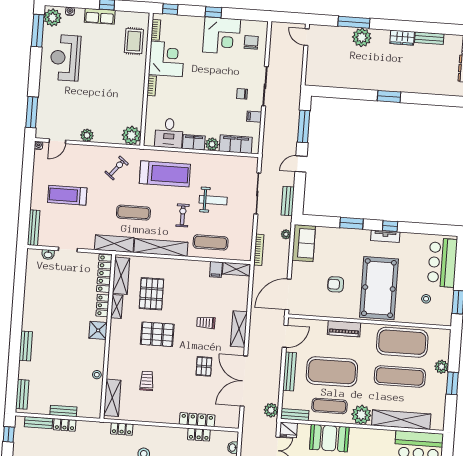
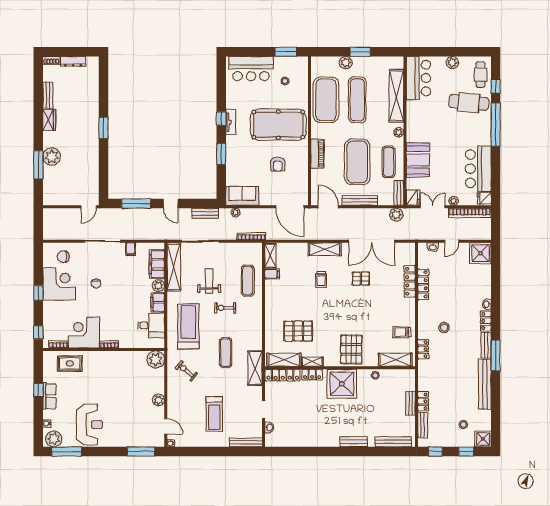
door: (306, 37) -> (89, 207), moved
reception desk: (65, 58) -> (89, 425), turned -90
chair: (242, 94) -> (96, 284), moved
shelving: (161, 247) -> (174, 267), moved
shower: (98, 330) -> (342, 384), width x1.86, depth x1.86
pallet: (157, 334) -> (351, 349), moved
trolley: (147, 381) -> (402, 332), moved
bench: (22, 394) -> (393, 442), width x1.36
plant: (361, 415) -> (399, 132), width x0.53, depth x0.53
locker: (199, 435) -> (423, 284), width x1.53

